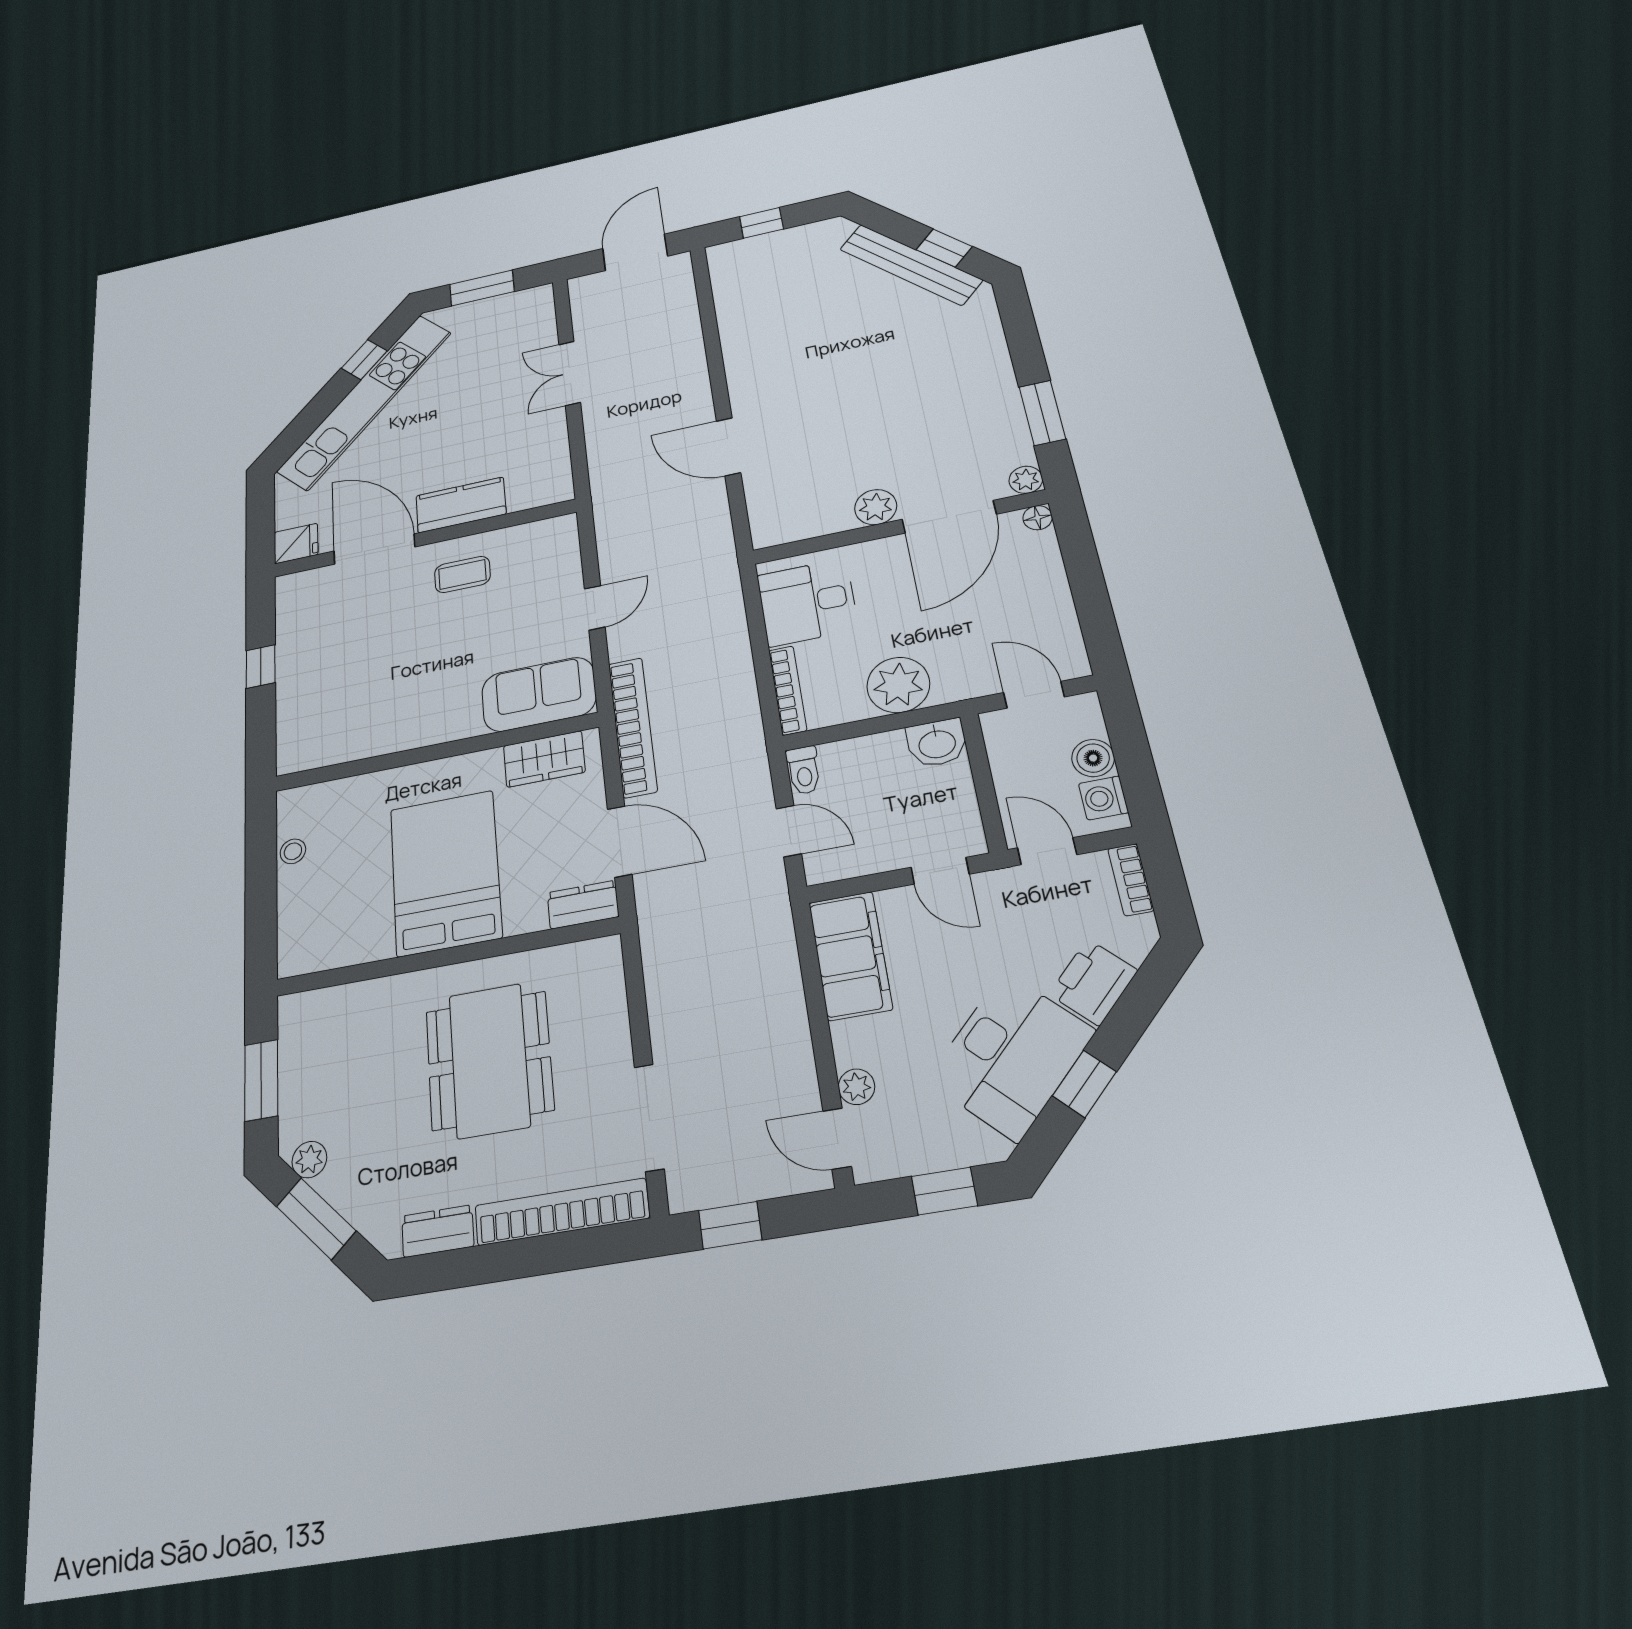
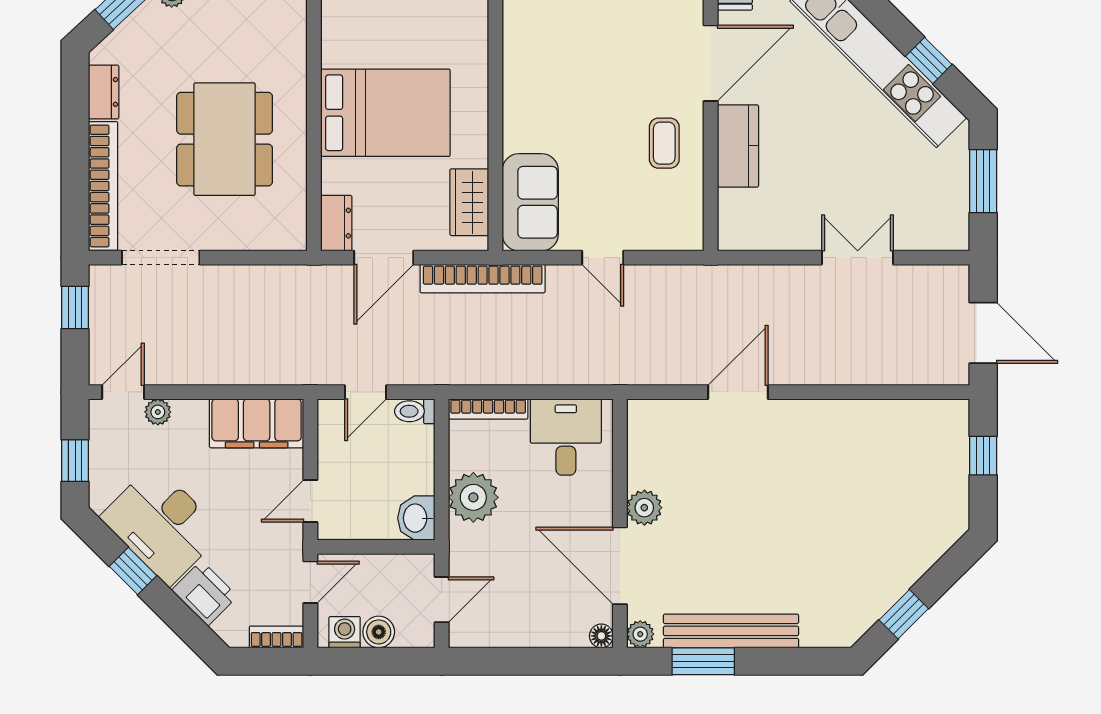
bench: (910, 265) -> (731, 631), moved, turned 45
dining table: (489, 1060) -> (225, 139), turned 90

